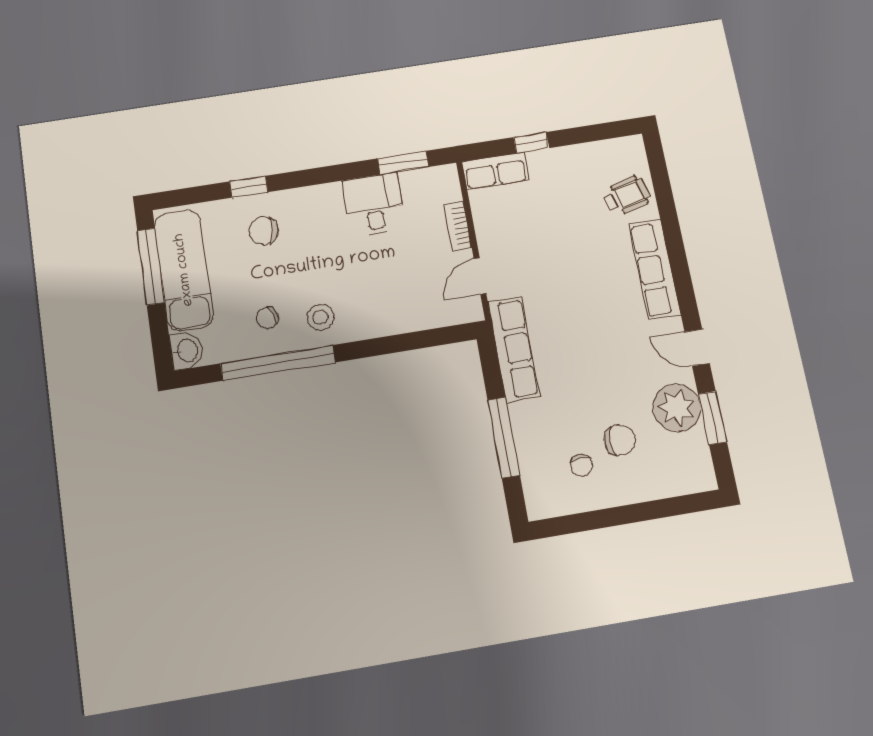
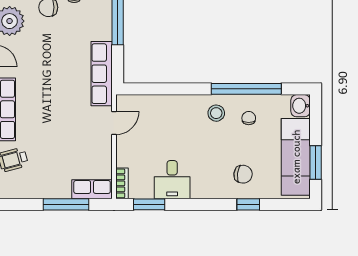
window: (531, 143) -> (66, 204), width x2.17
bookcase: (458, 226) -> (122, 183), moved
window: (151, 266) -> (316, 163), width x0.69
chair: (267, 318) -> (249, 118), turned -71

